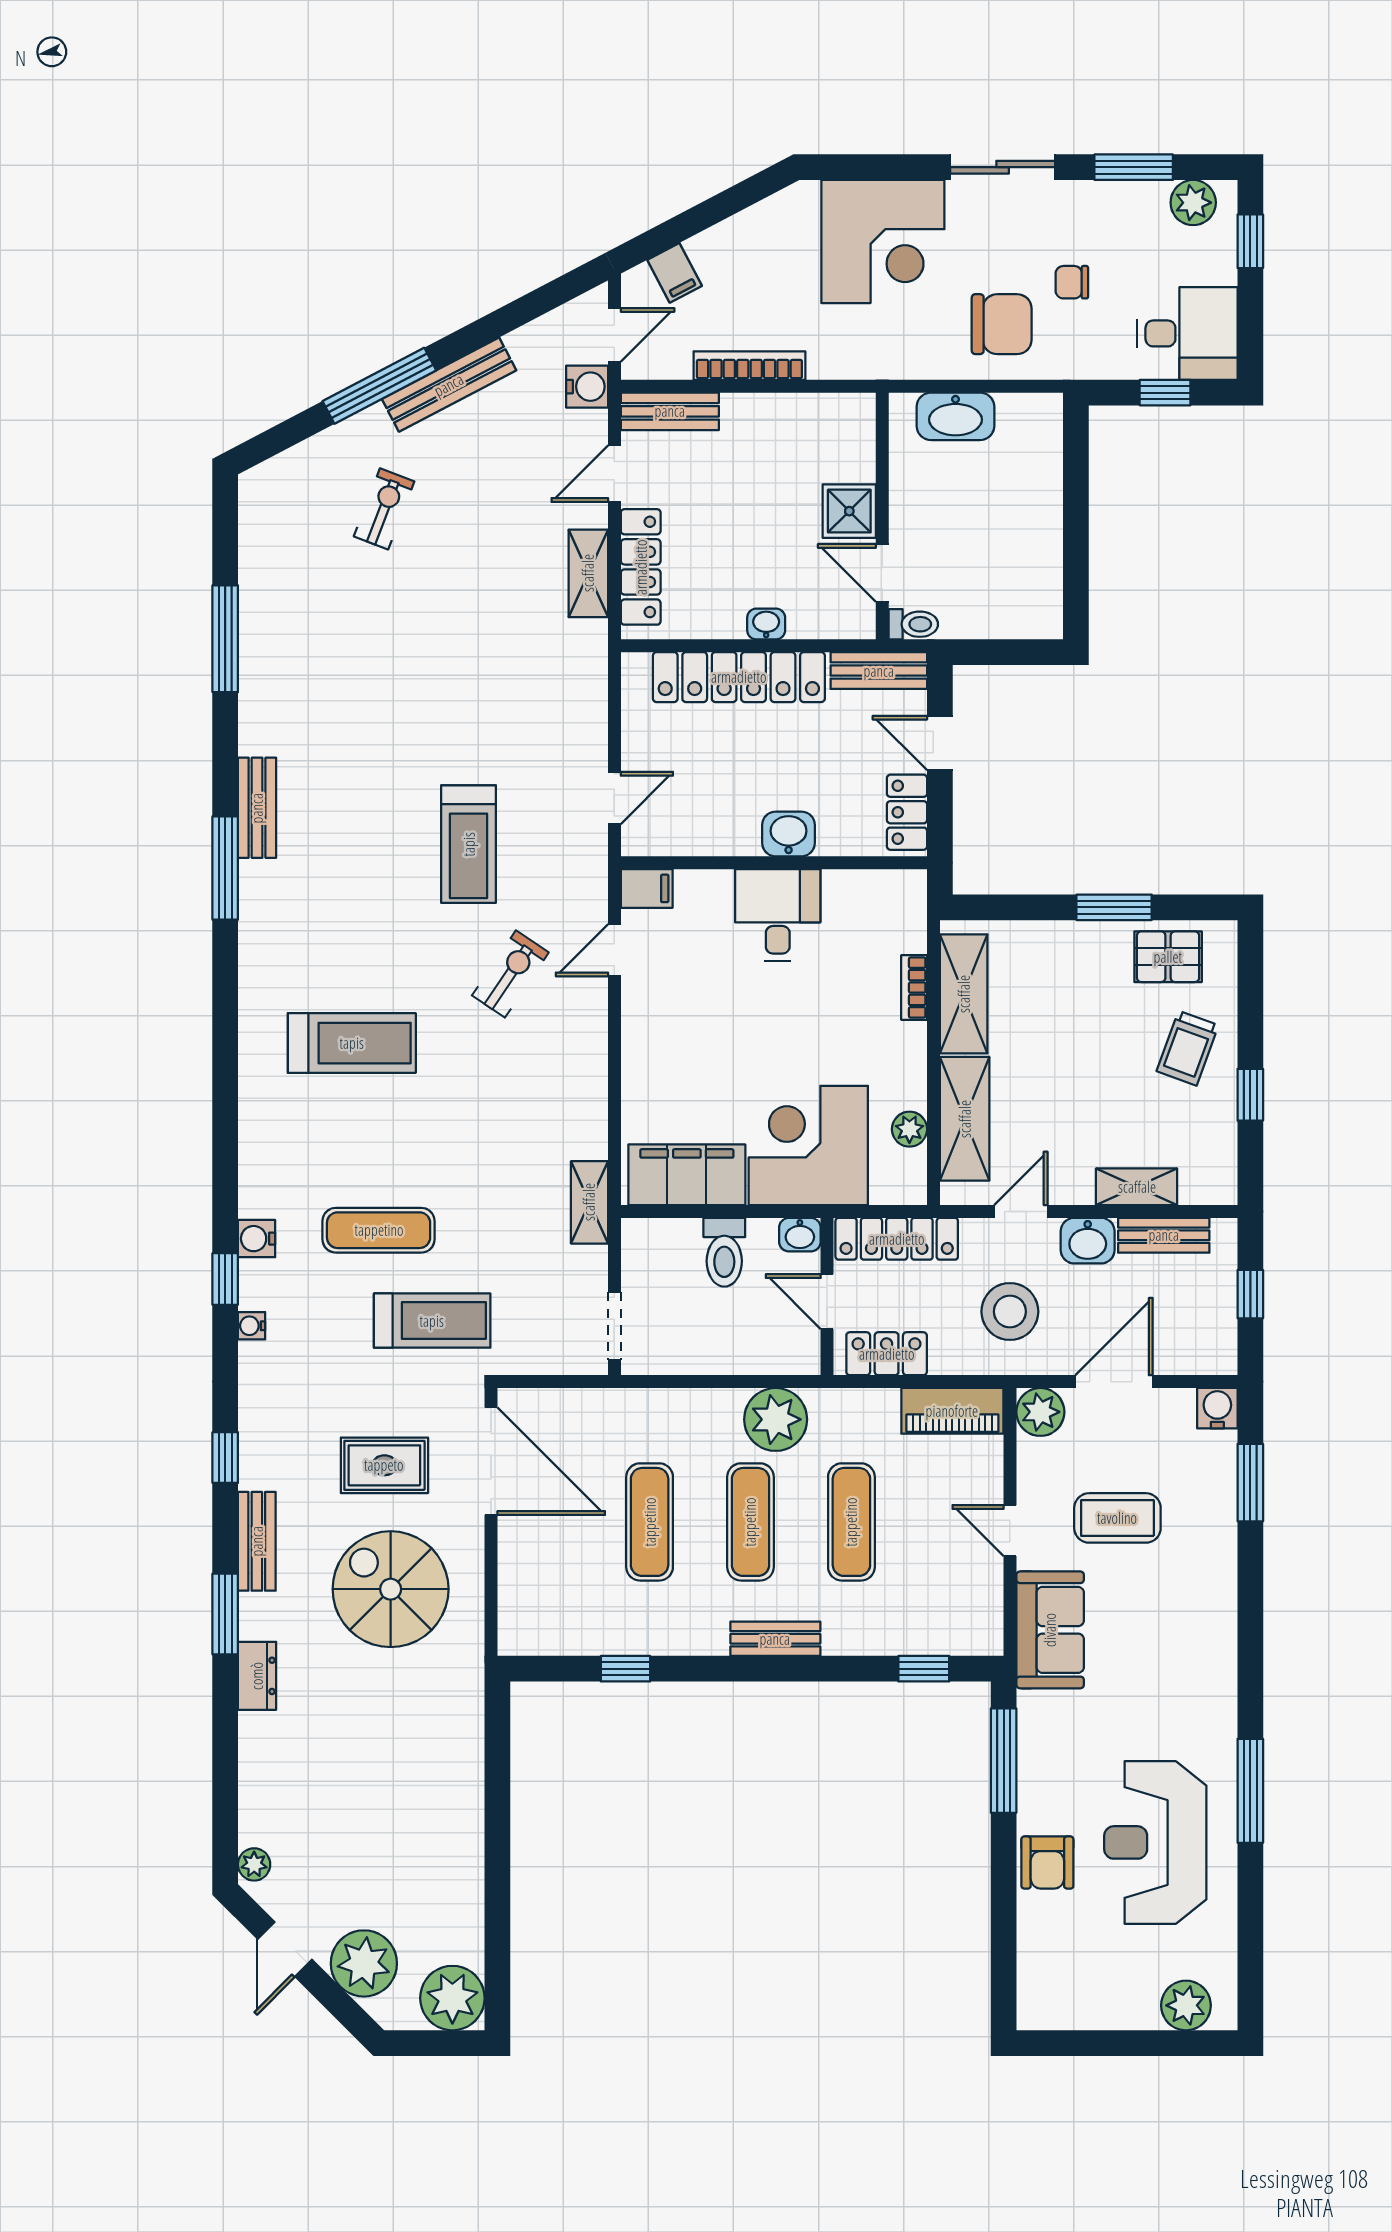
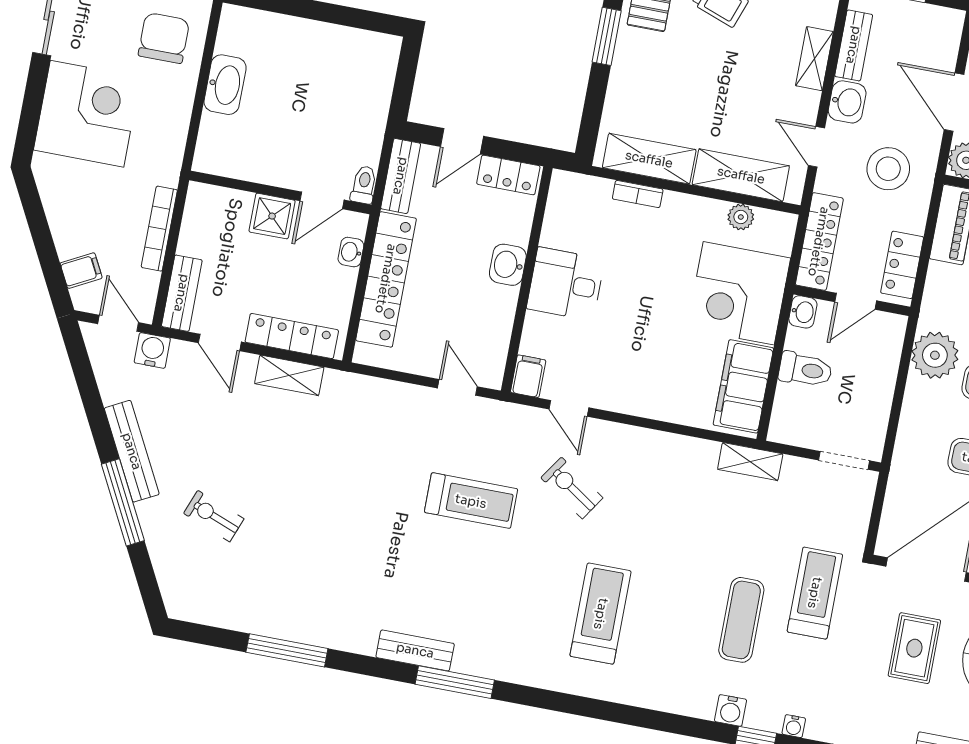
shower: (849, 511) -> (272, 216), moved
wall: (882, 516) -> (280, 193), moved
door: (882, 573) -> (322, 200), moved
toilet: (913, 624) -> (364, 185), moved

